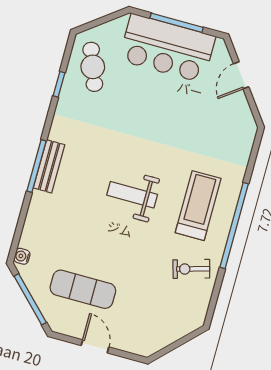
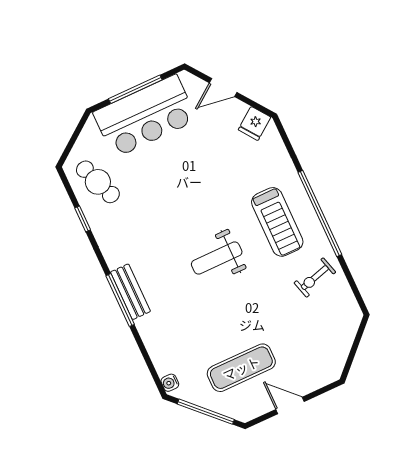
door: (241, 75) -> (223, 88), hinge flipped
fridge: (242, 120) -> (255, 123), added
treadmill: (198, 206) -> (277, 222), turned 180

